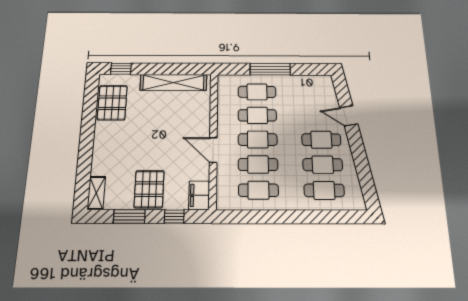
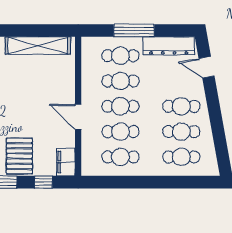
dresser: (305, 83) -> (169, 46), added
door: (349, 116) -> (207, 67), moved

